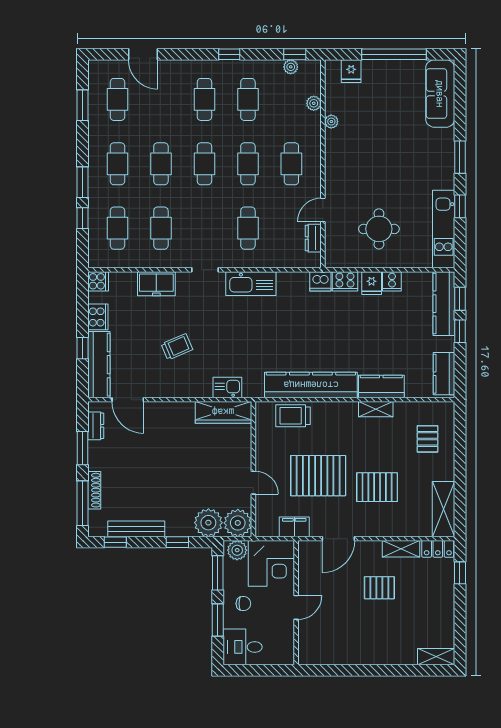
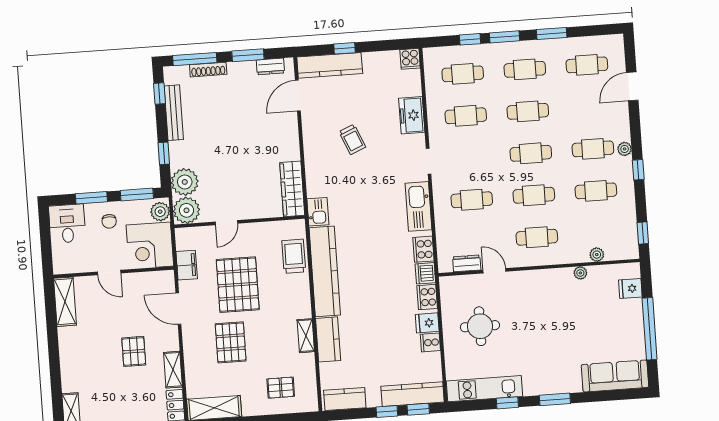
plant: (291, 67) -> (625, 149), moved
window: (82, 105) -> (552, 34), moved
cooker: (98, 317) -> (423, 249), moved, turned 90
kitchen sink: (227, 388) -> (318, 212), moved
shelving: (323, 655) -> (65, 302), added

